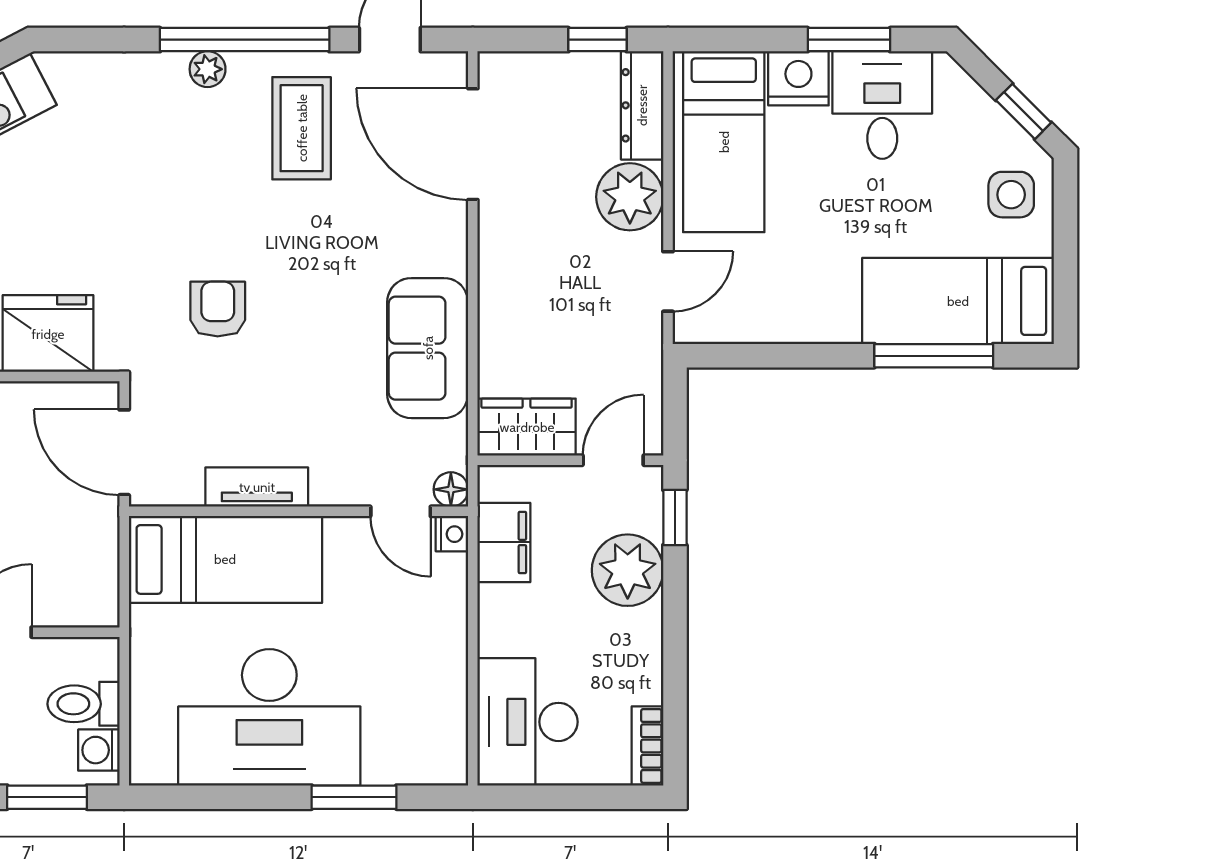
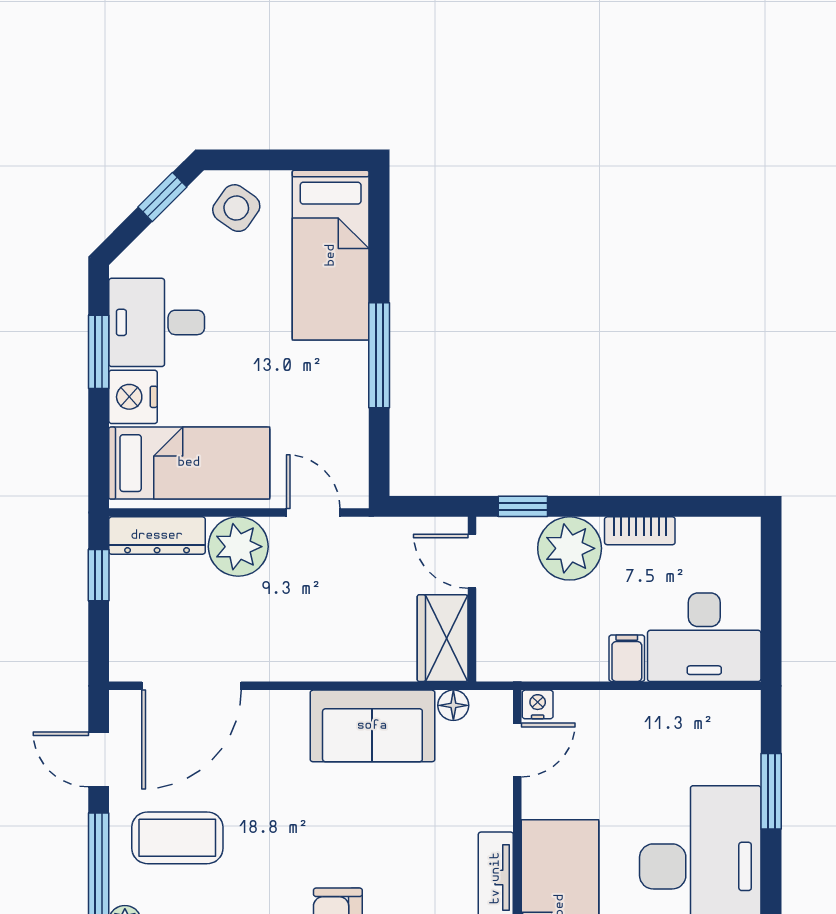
side table: (1011, 195) -> (236, 208), turned 35
window: (934, 356) -> (379, 355), moved
floor lamp: (451, 489) -> (453, 705), moved
filing cabinet: (504, 542) -> (627, 658), moved, width x0.50
bookcase: (648, 746) -> (640, 531), moved

